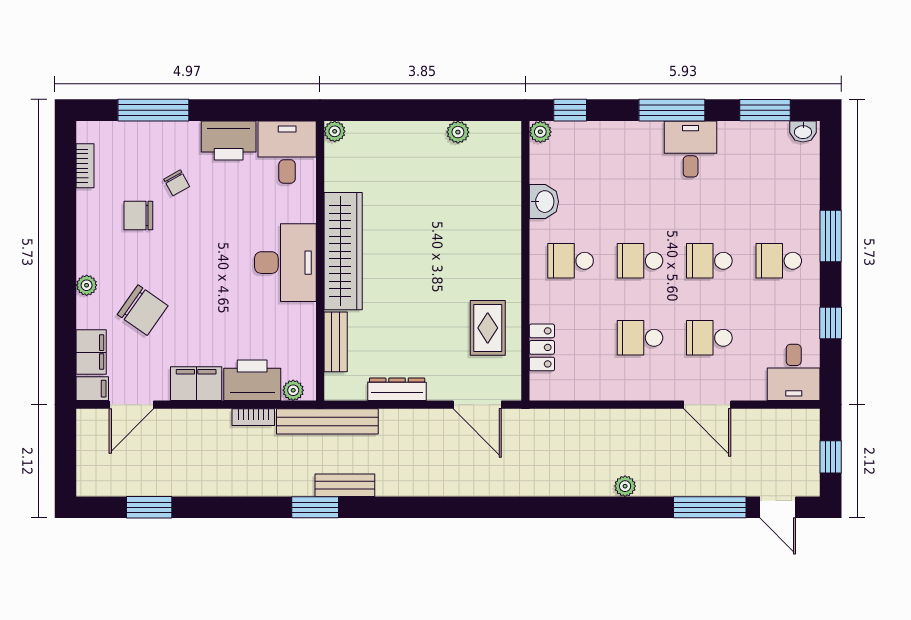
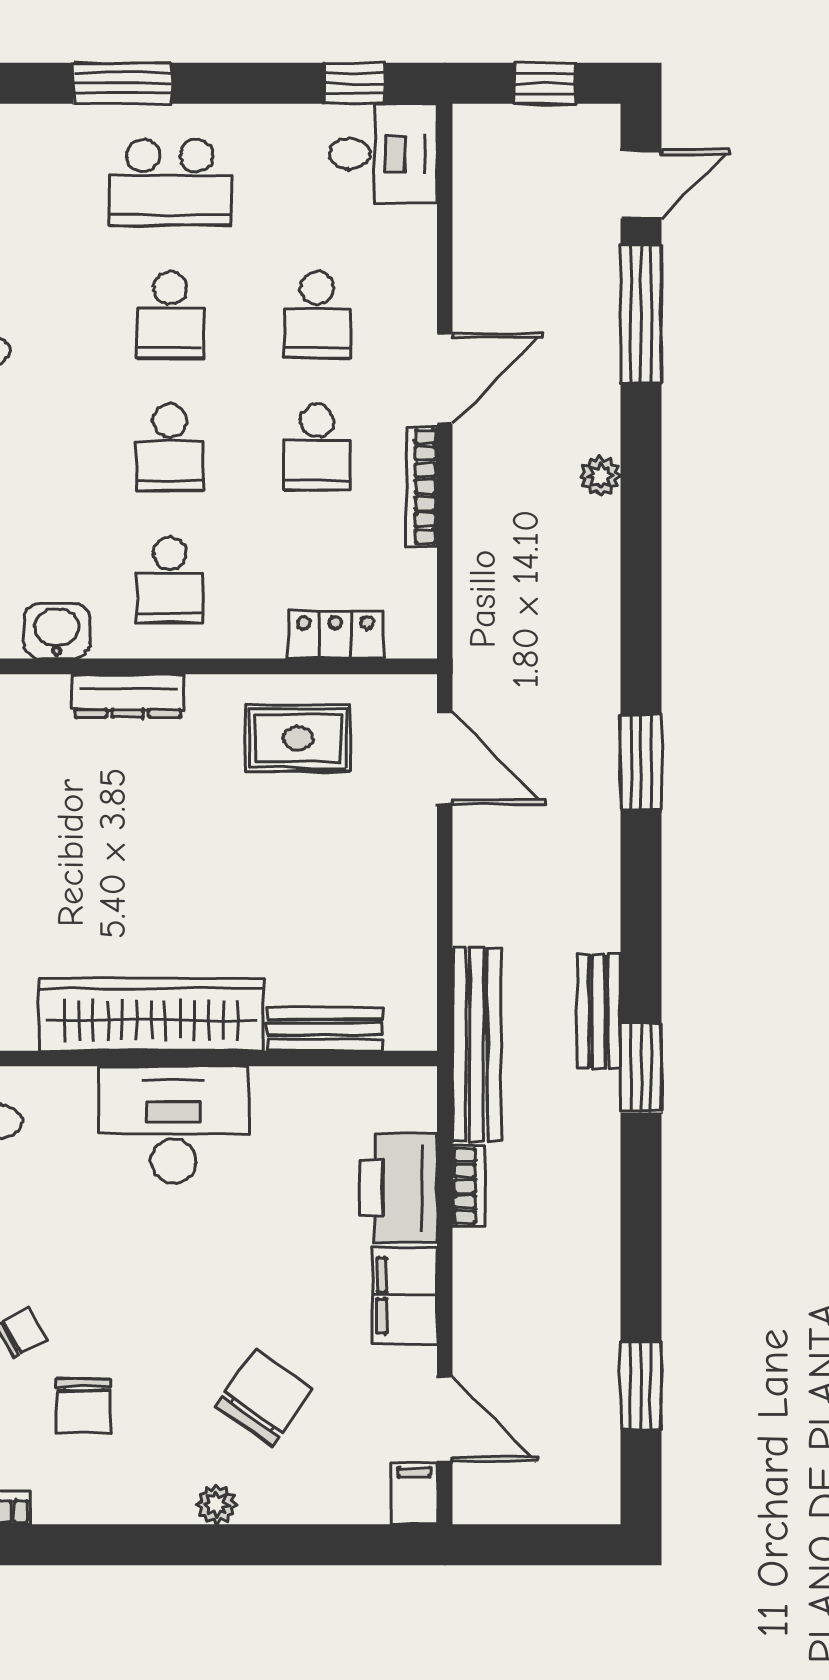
school desk: (779, 261) -> (170, 182), width x1.85
window: (831, 323) -> (354, 83), moved
filing cabinet: (91, 352) -> (344, 1496), removed
dresser: (397, 389) -> (128, 696), moved, turned -90
plant: (293, 390) -> (417, 1110), removed
bookcase: (619, 393) -> (422, 487), added
door: (477, 405) -> (445, 758), hinge flipped
door: (707, 405) -> (445, 379), moved
window: (475, 507) -> (641, 762), added

